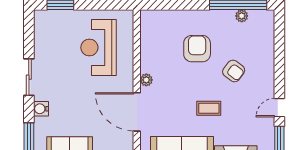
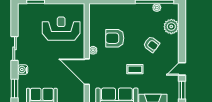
plant: (263, 44) -> (171, 27), added
reception desk: (99, 48) -> (61, 29), turned 90
armchair: (197, 49) -> (115, 38), moved, turned -90

